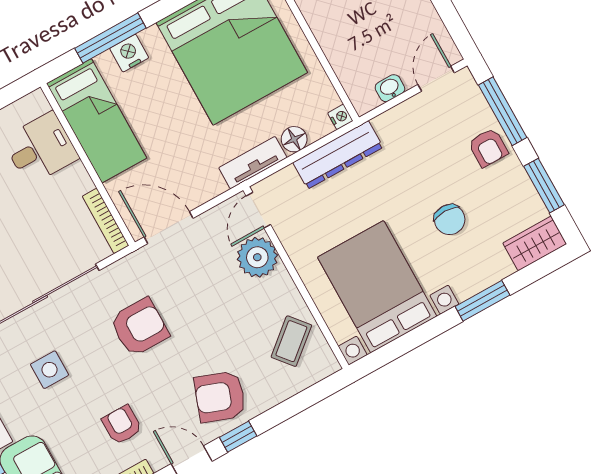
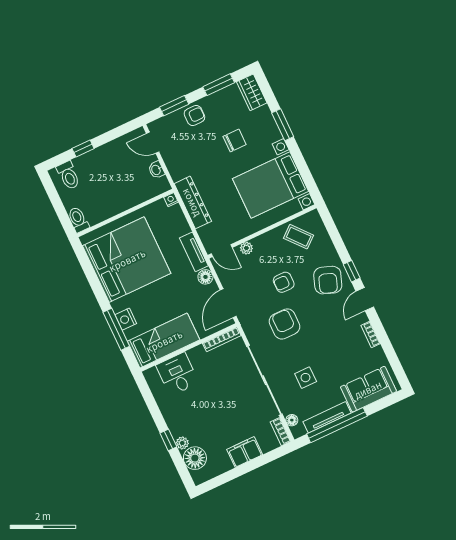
window: (503, 111) -> (174, 106), width x0.69
floor lamp: (294, 139) -> (205, 277), moved
plant: (257, 257) -> (246, 248), width x0.53, depth x0.53
armchair: (122, 425) -> (284, 282), moved

